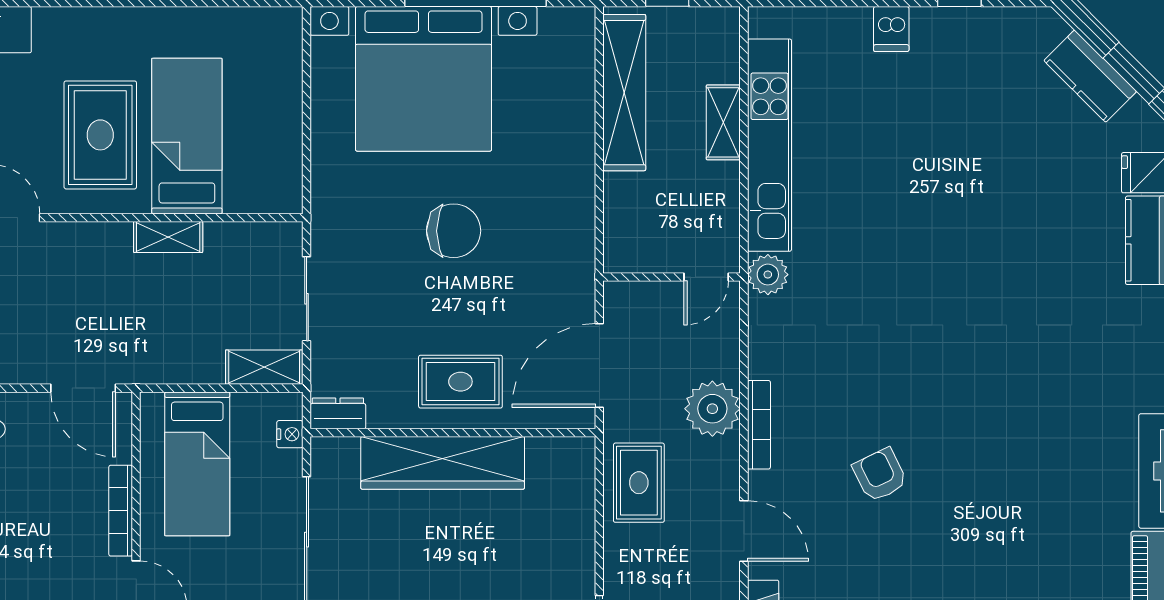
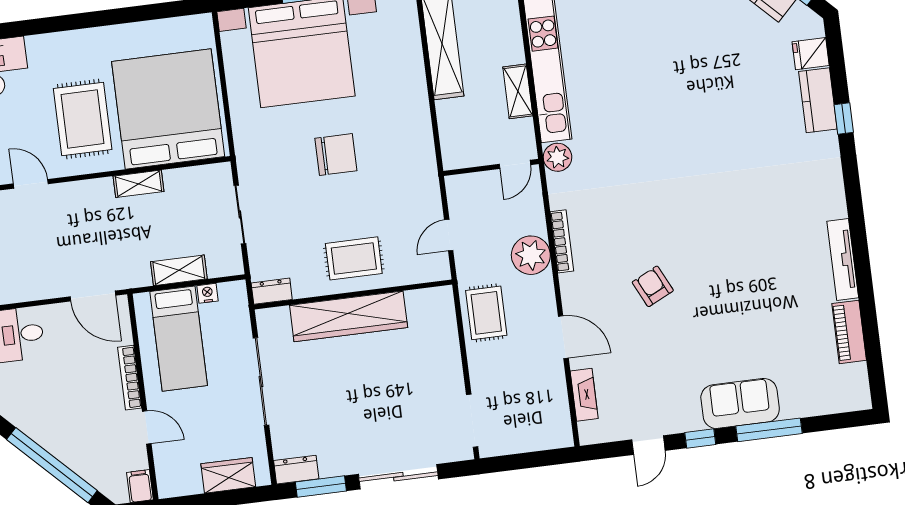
shelving: (723, 122) -> (518, 91), moved
bed: (187, 136) -> (168, 109), width x2.04
door: (599, 366) -> (449, 235), width x0.53
shelving: (264, 367) -> (179, 270), moved
bookcase: (759, 425) -> (562, 241), moved
nightstand: (290, 434) -> (207, 293), moved, turned -90

